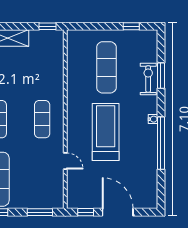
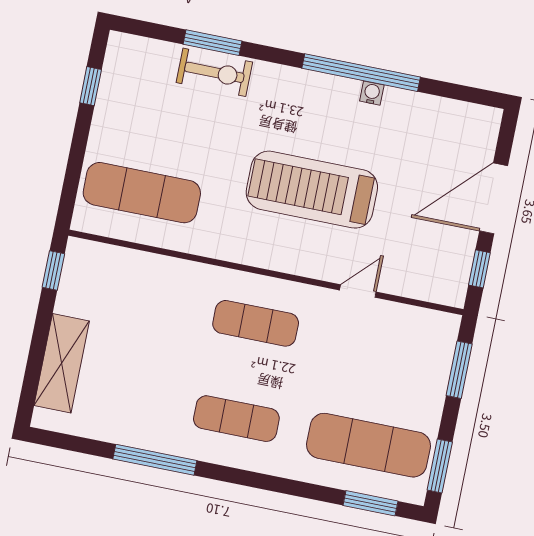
exercise mat: (106, 67) -> (142, 193), moved
exercise bike: (148, 79) -> (214, 72), turned 180
water cooler: (153, 119) -> (372, 93), moved

